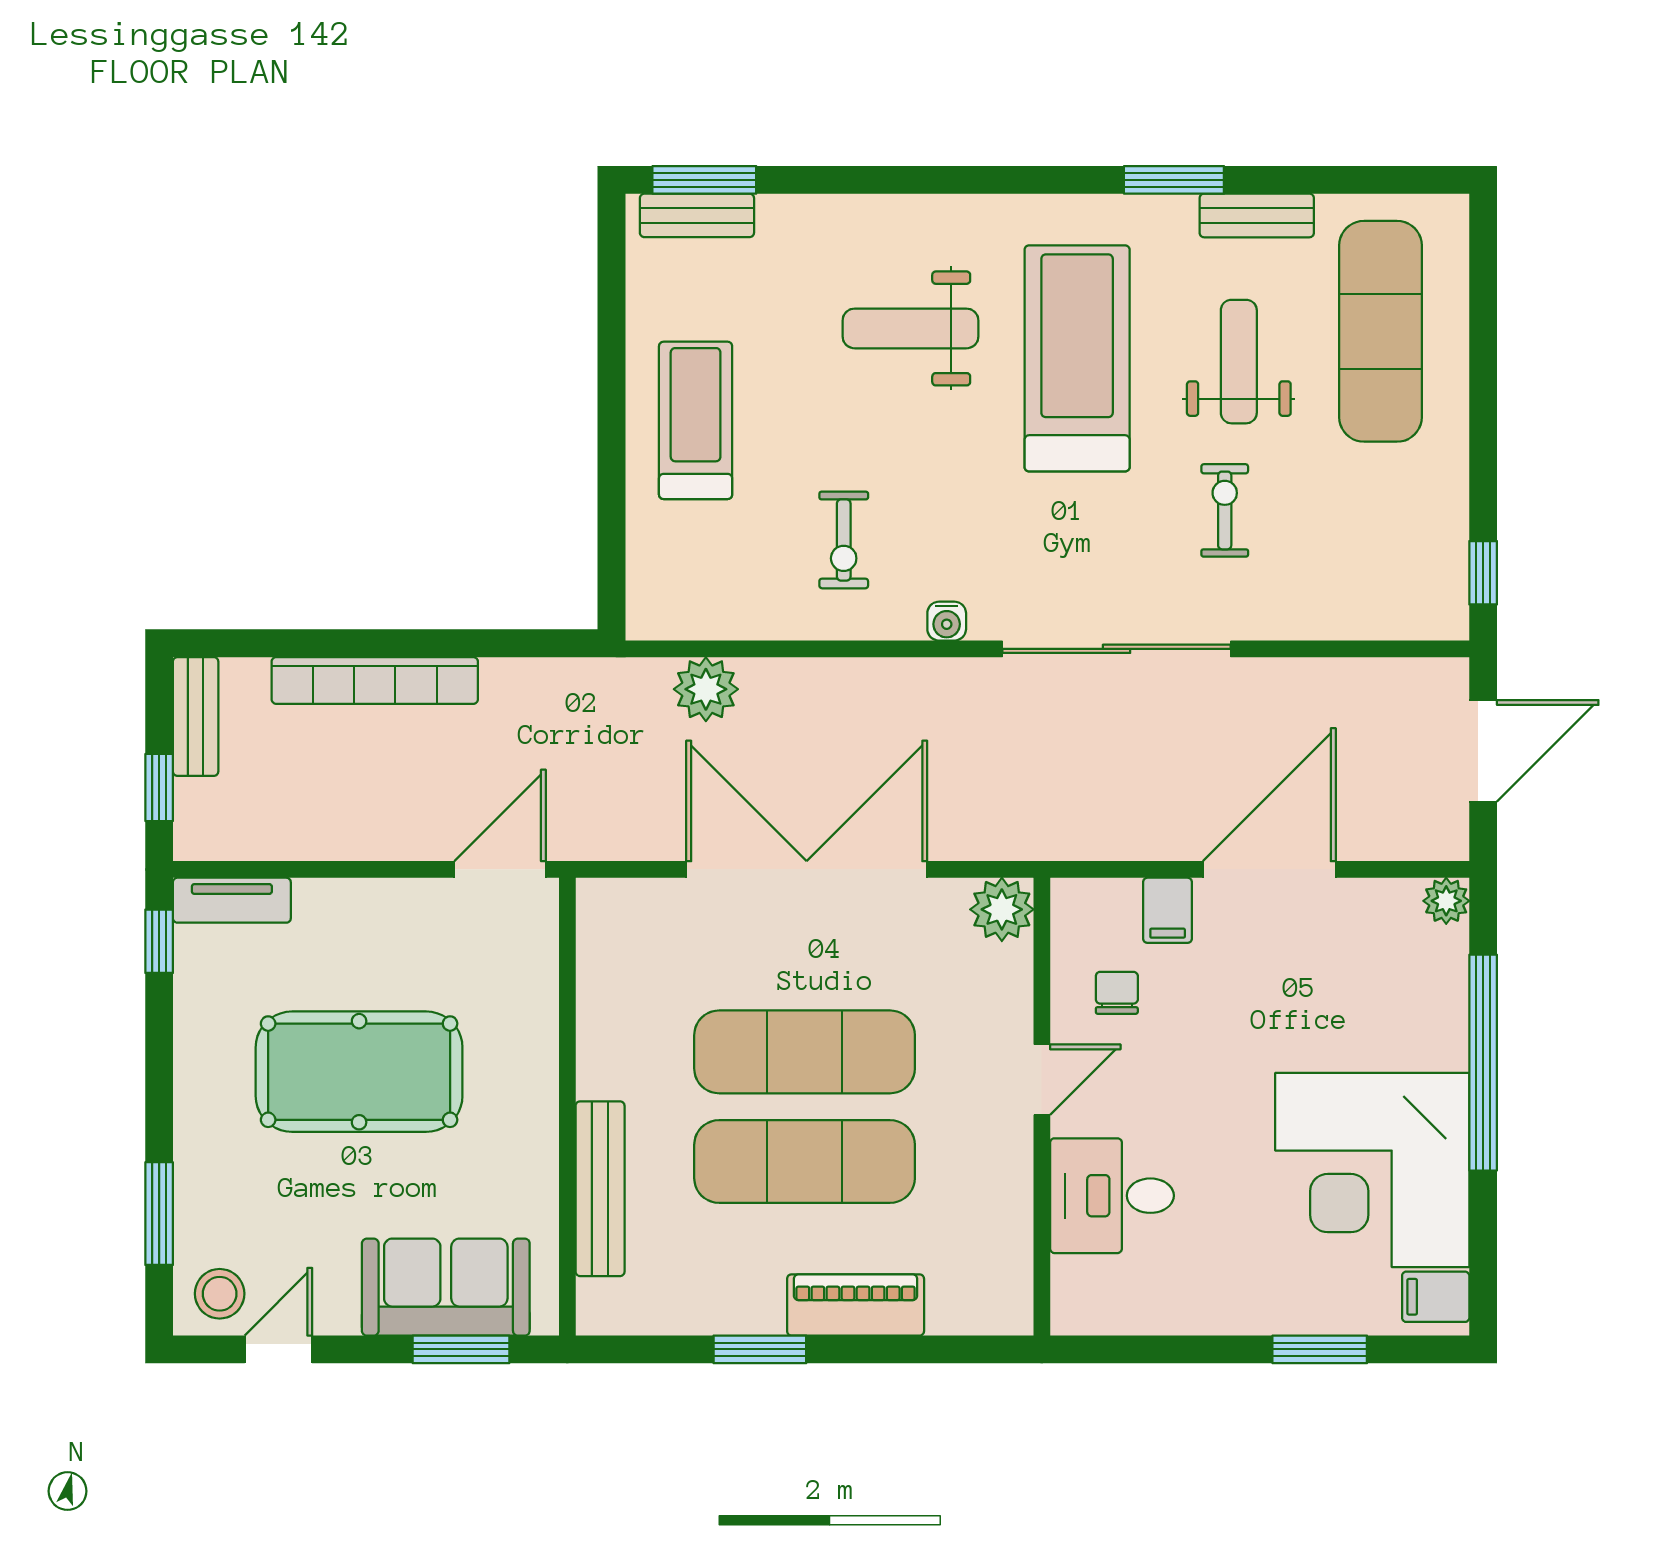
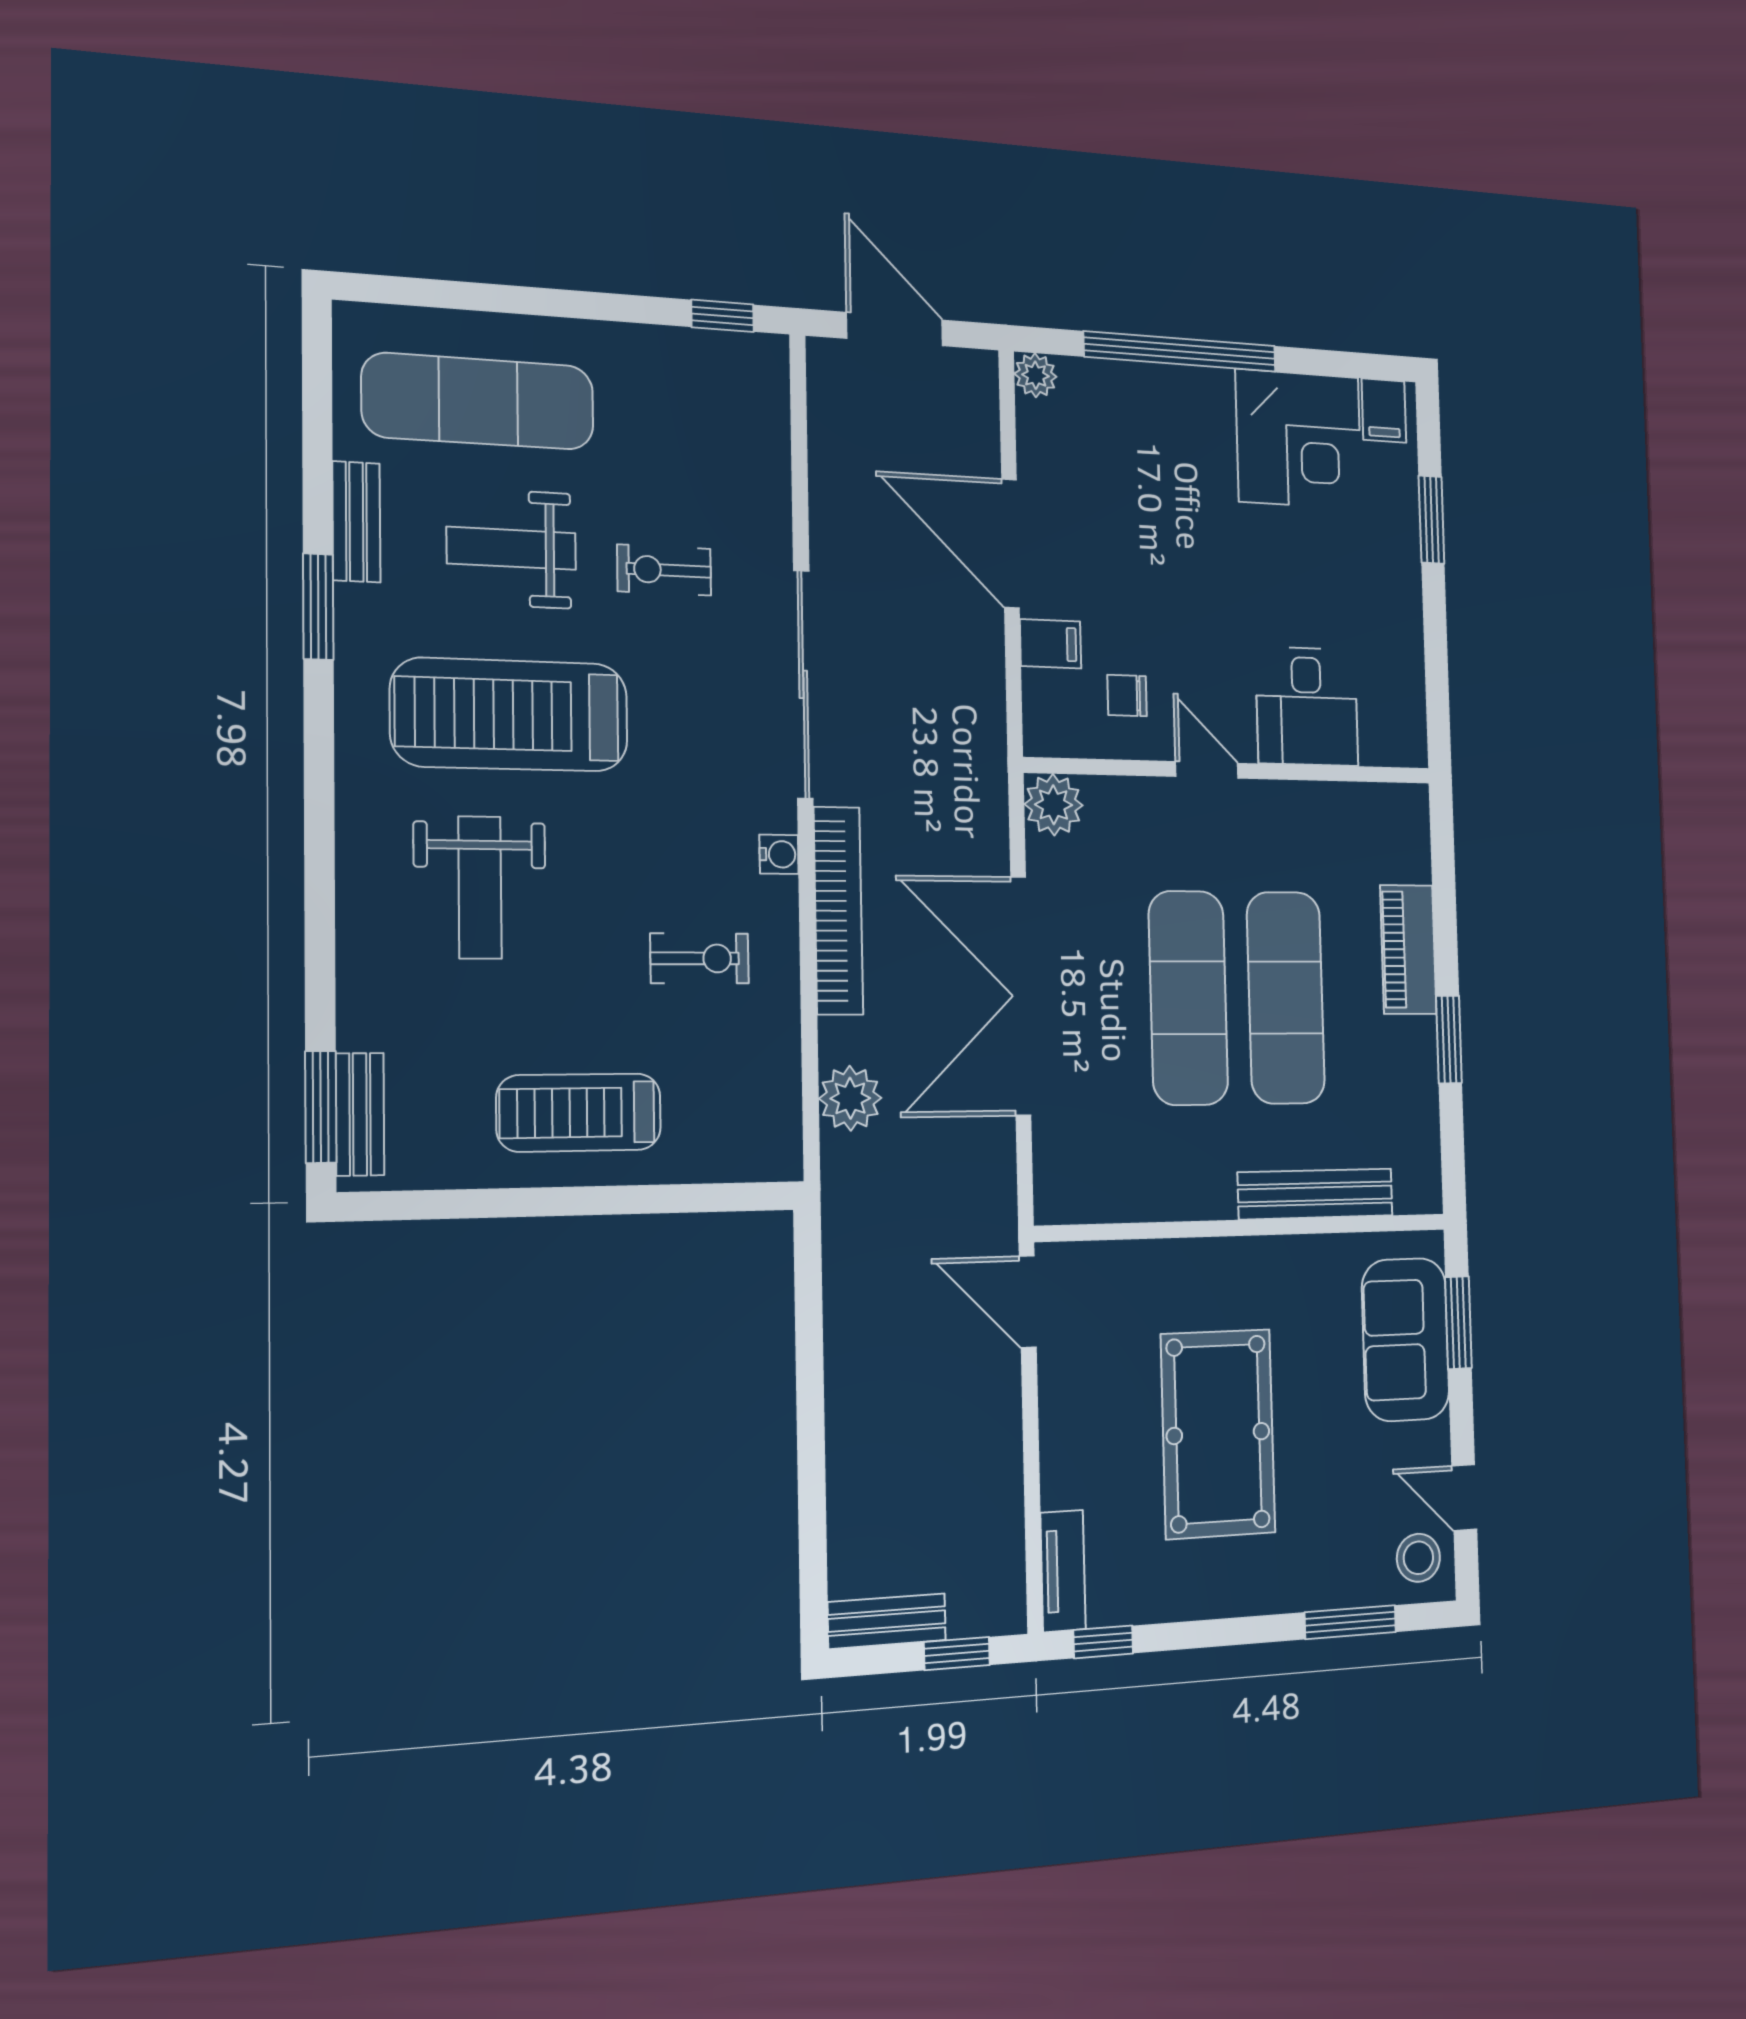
bookcase: (375, 680) -> (838, 911), moved
corner desk: (1372, 1170) -> (1299, 439), width x0.74, depth x0.74

